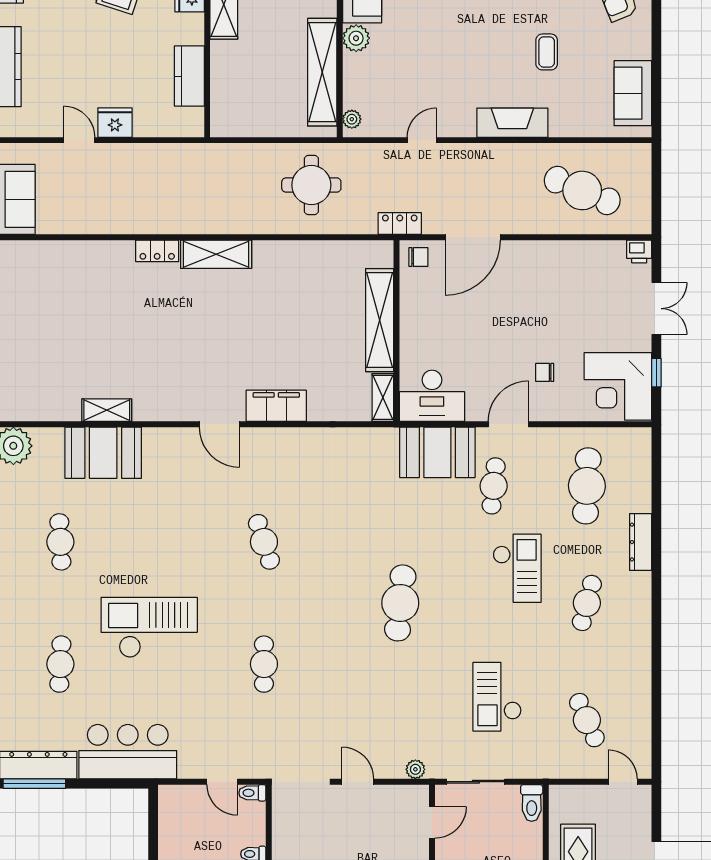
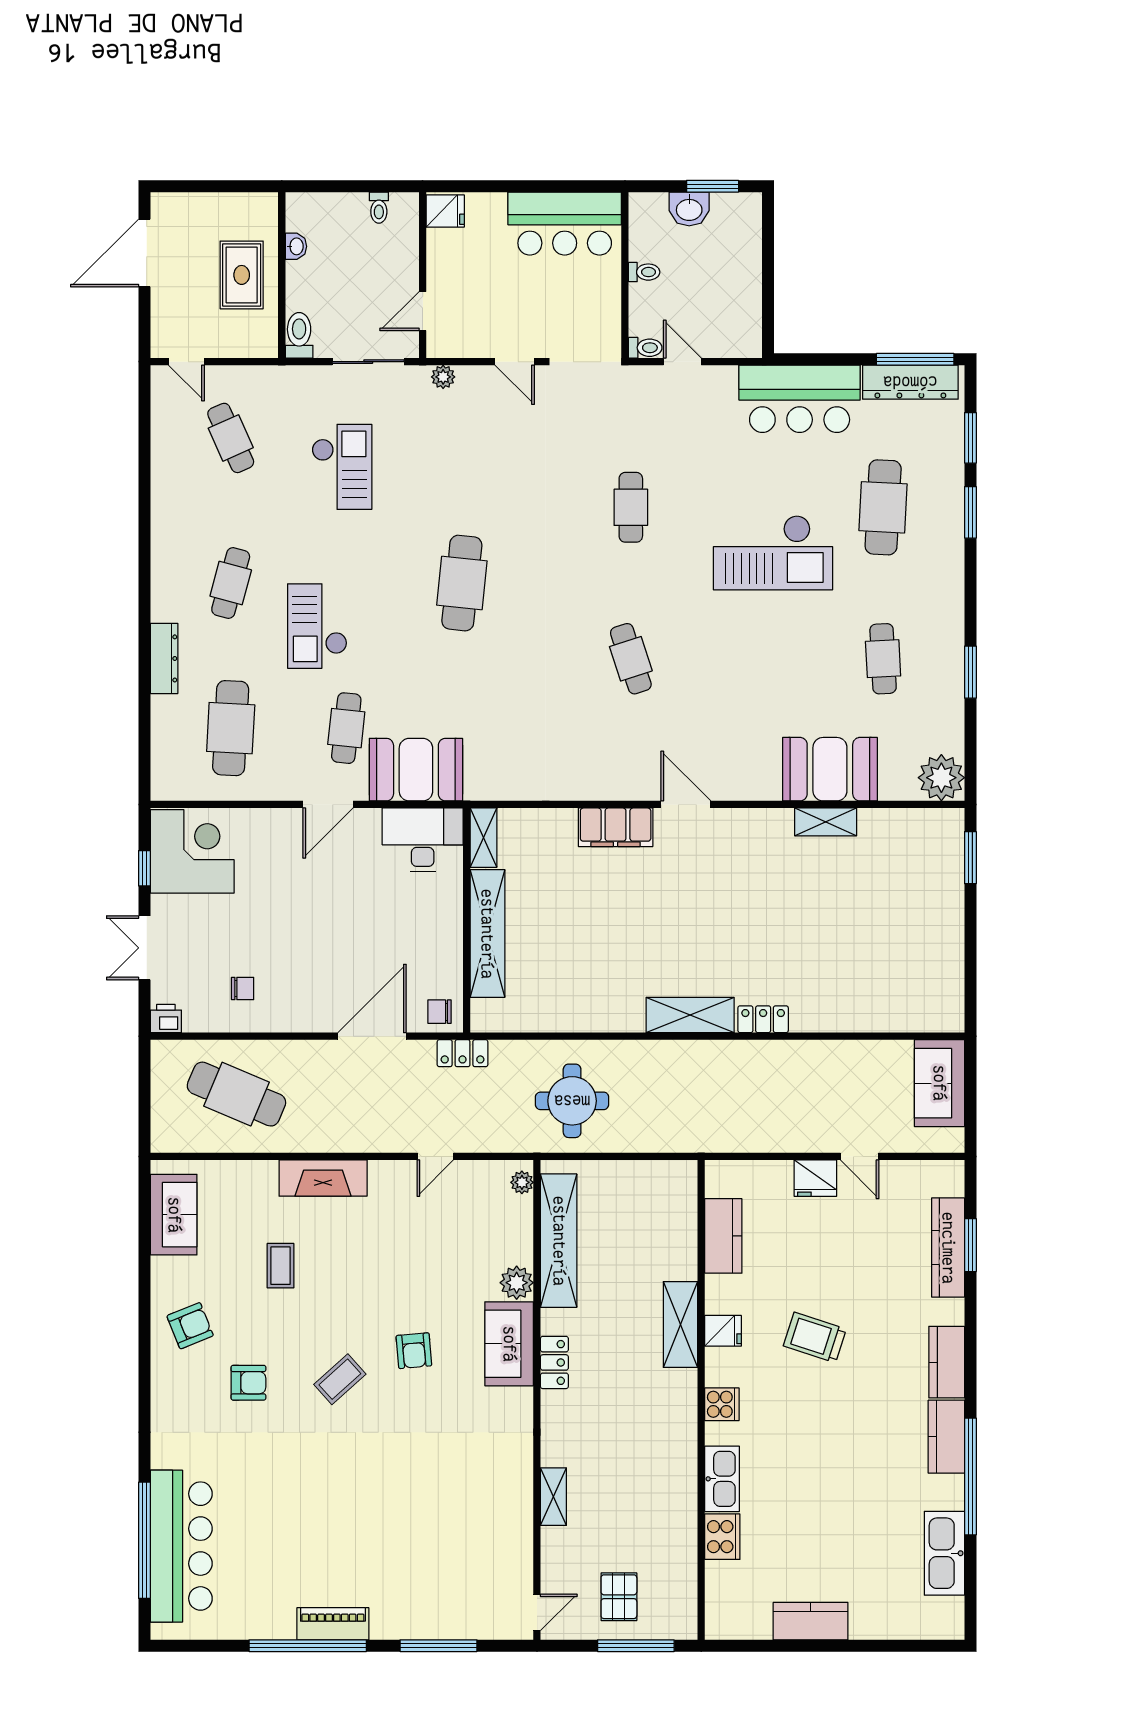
chair: (545, 372) -> (243, 988), moved
cafe table: (60, 664) -> (883, 507), width x1.37, depth x1.35

